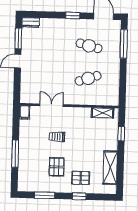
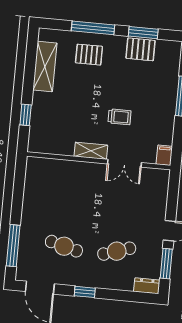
cafe table: (88, 78) -> (117, 251), moved
shelving: (102, 113) -> (91, 151), moved
pallet: (57, 167) -> (141, 49), moved, turned 90
window: (79, 196) -> (93, 28), width x2.17

